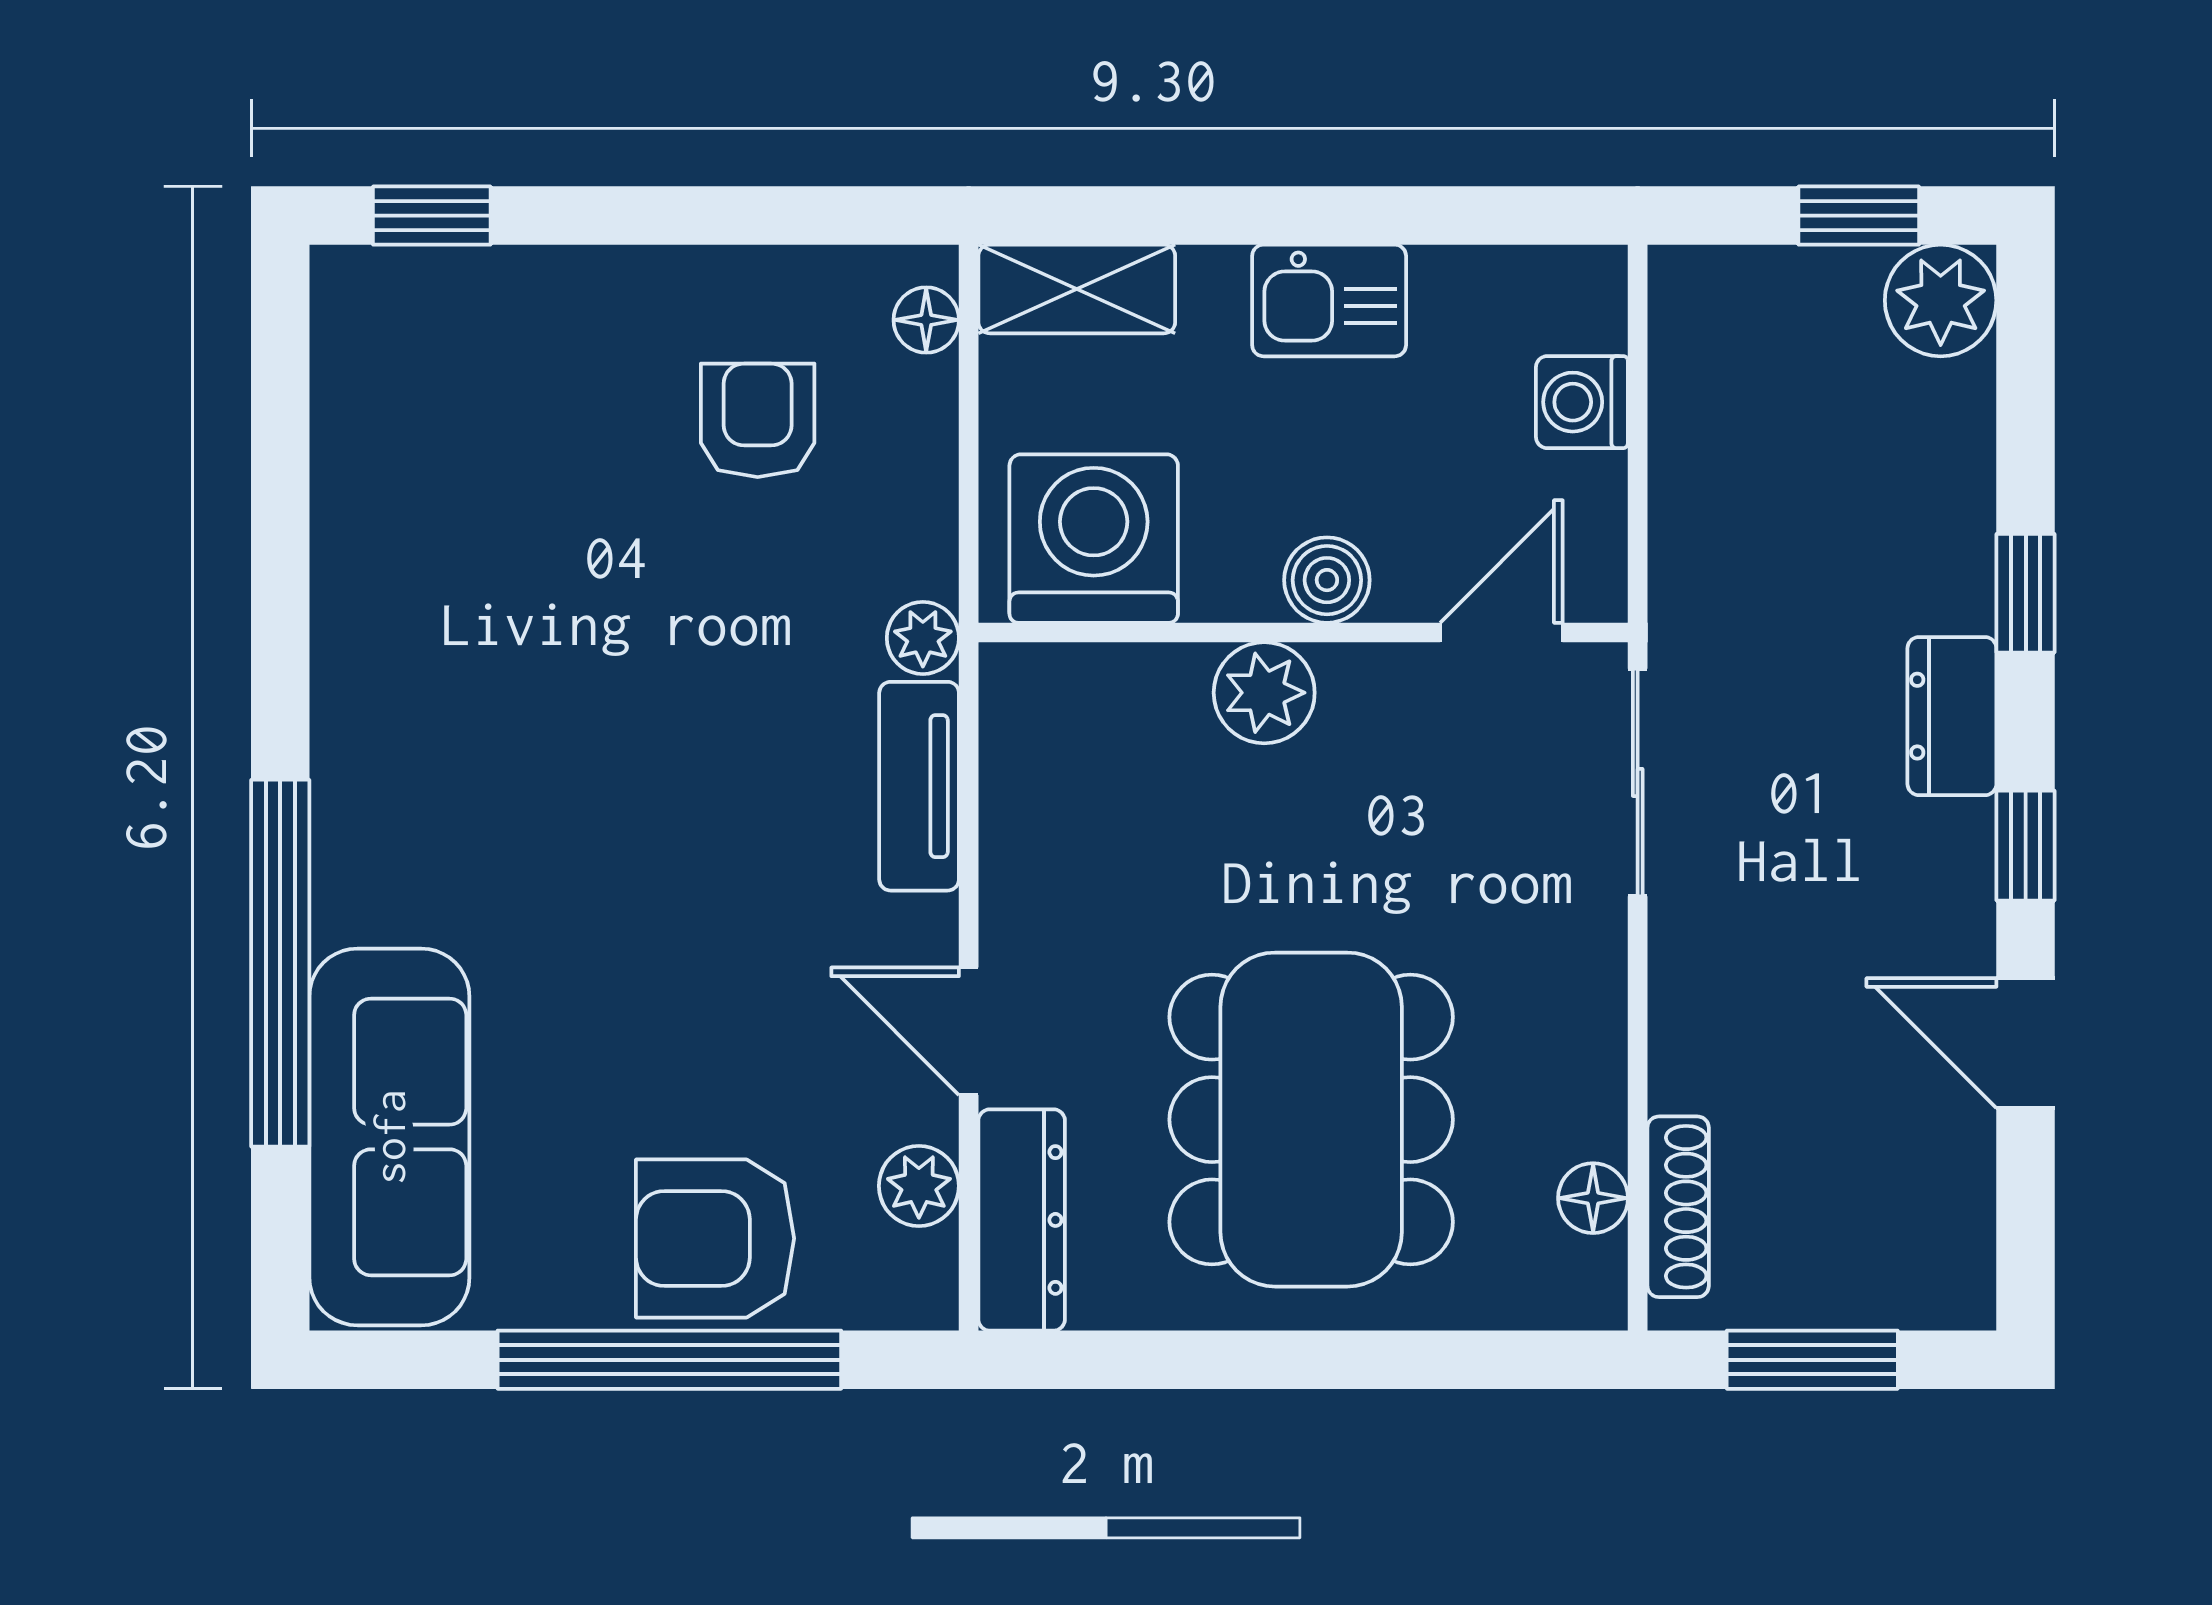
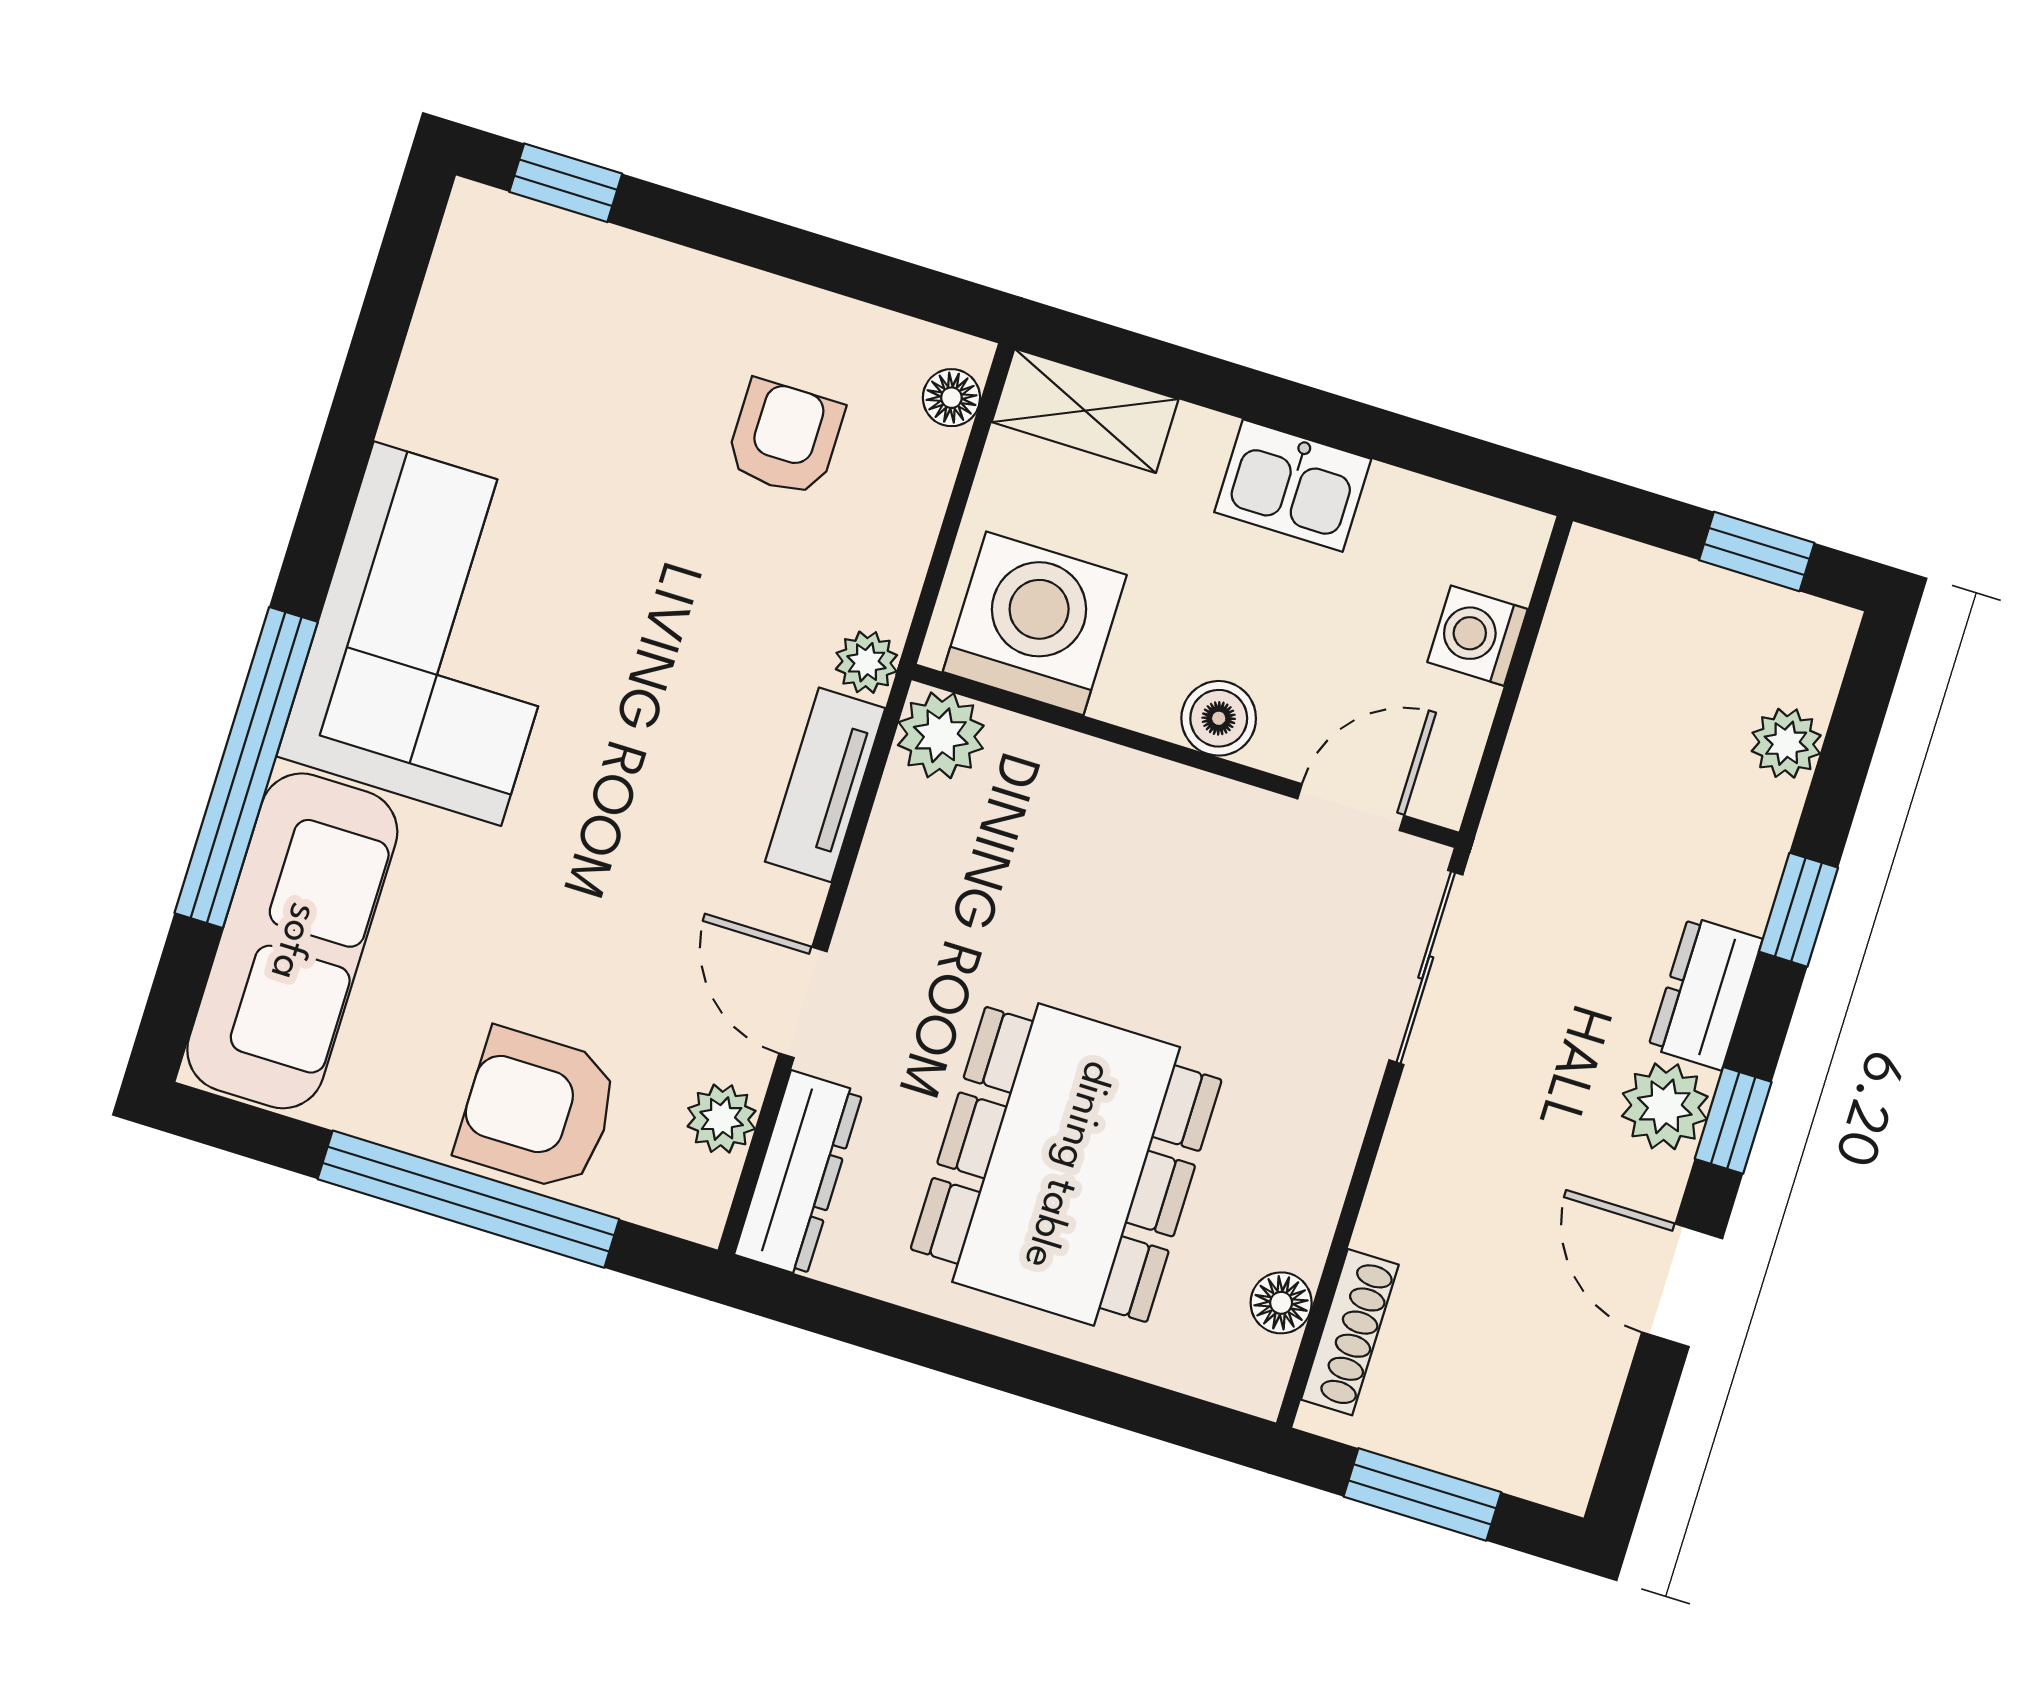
plant: (1941, 300) -> (1786, 743), moved, width x0.73, depth x0.73
plant: (1264, 693) -> (941, 735), moved
corner sofa: (444, 752) -> (437, 634), added
plant: (1946, 853) -> (1665, 1106), added

